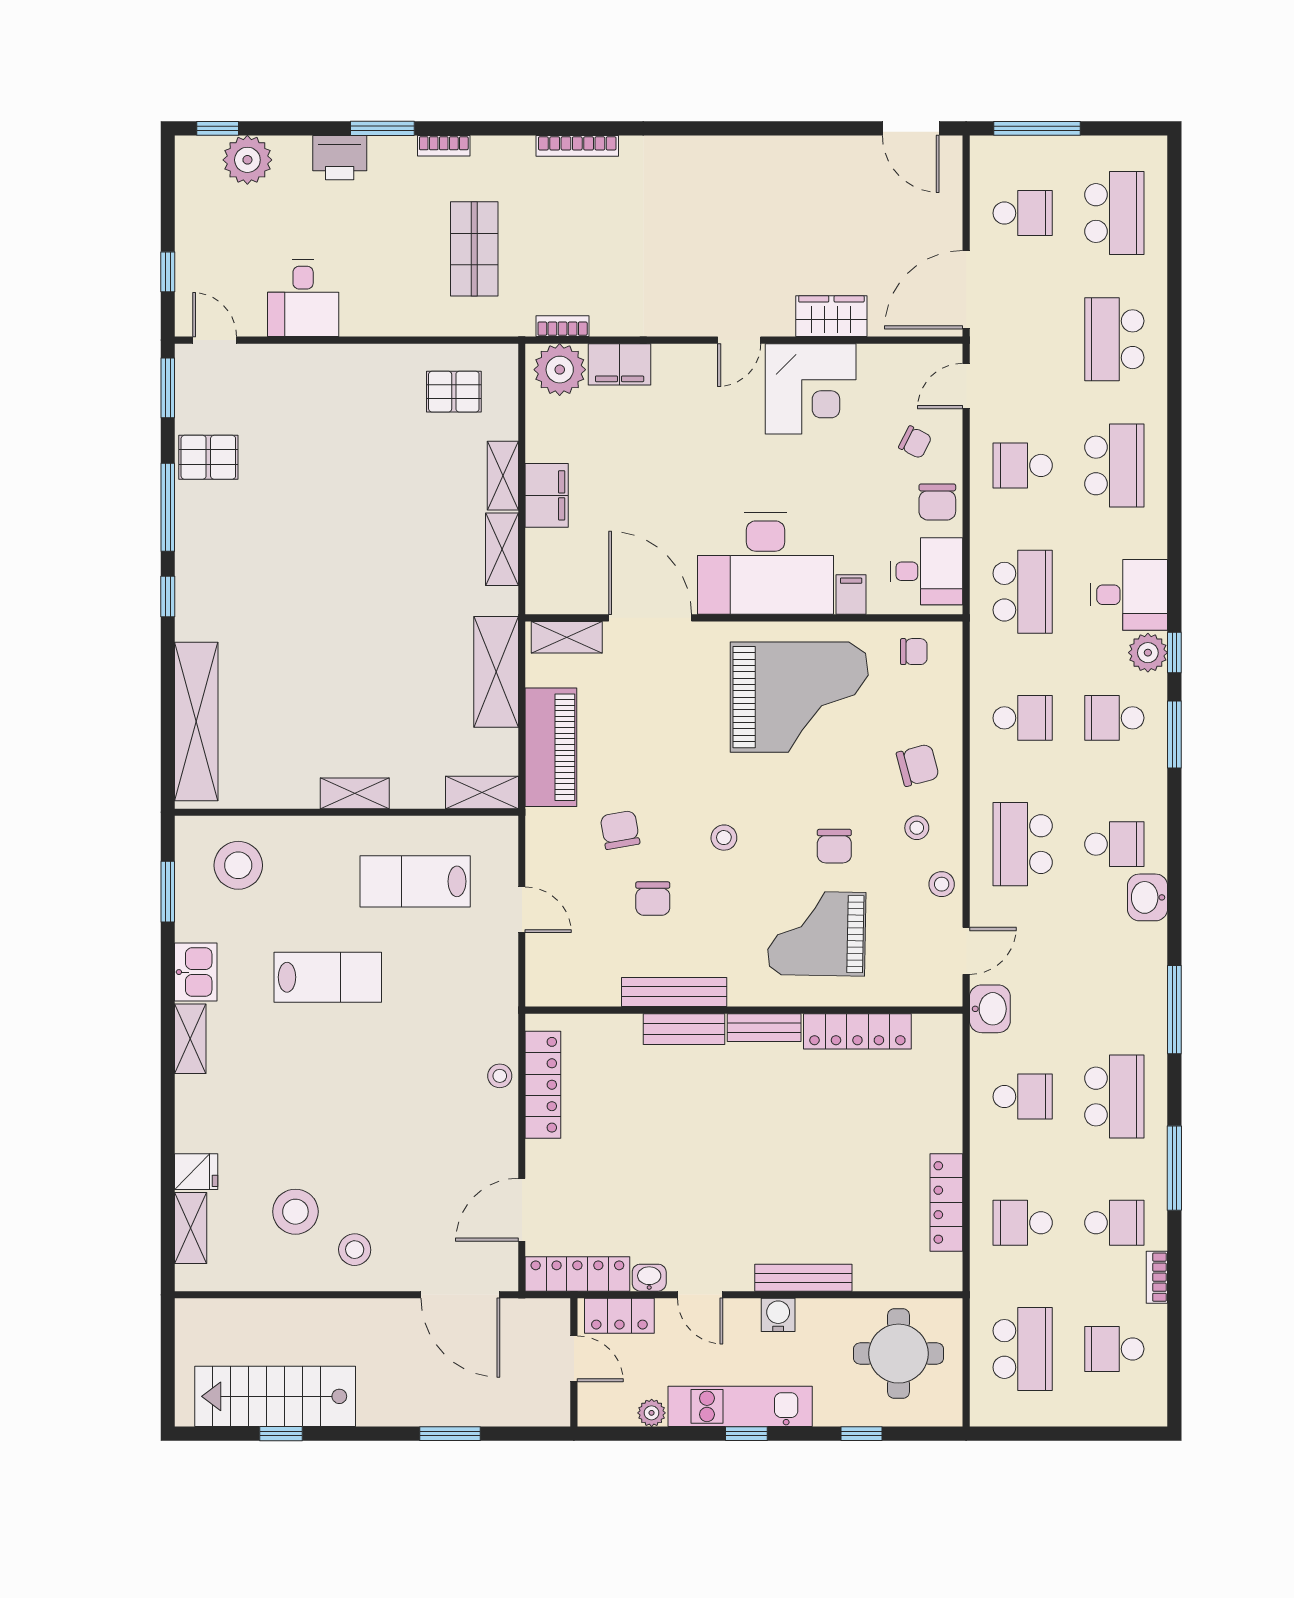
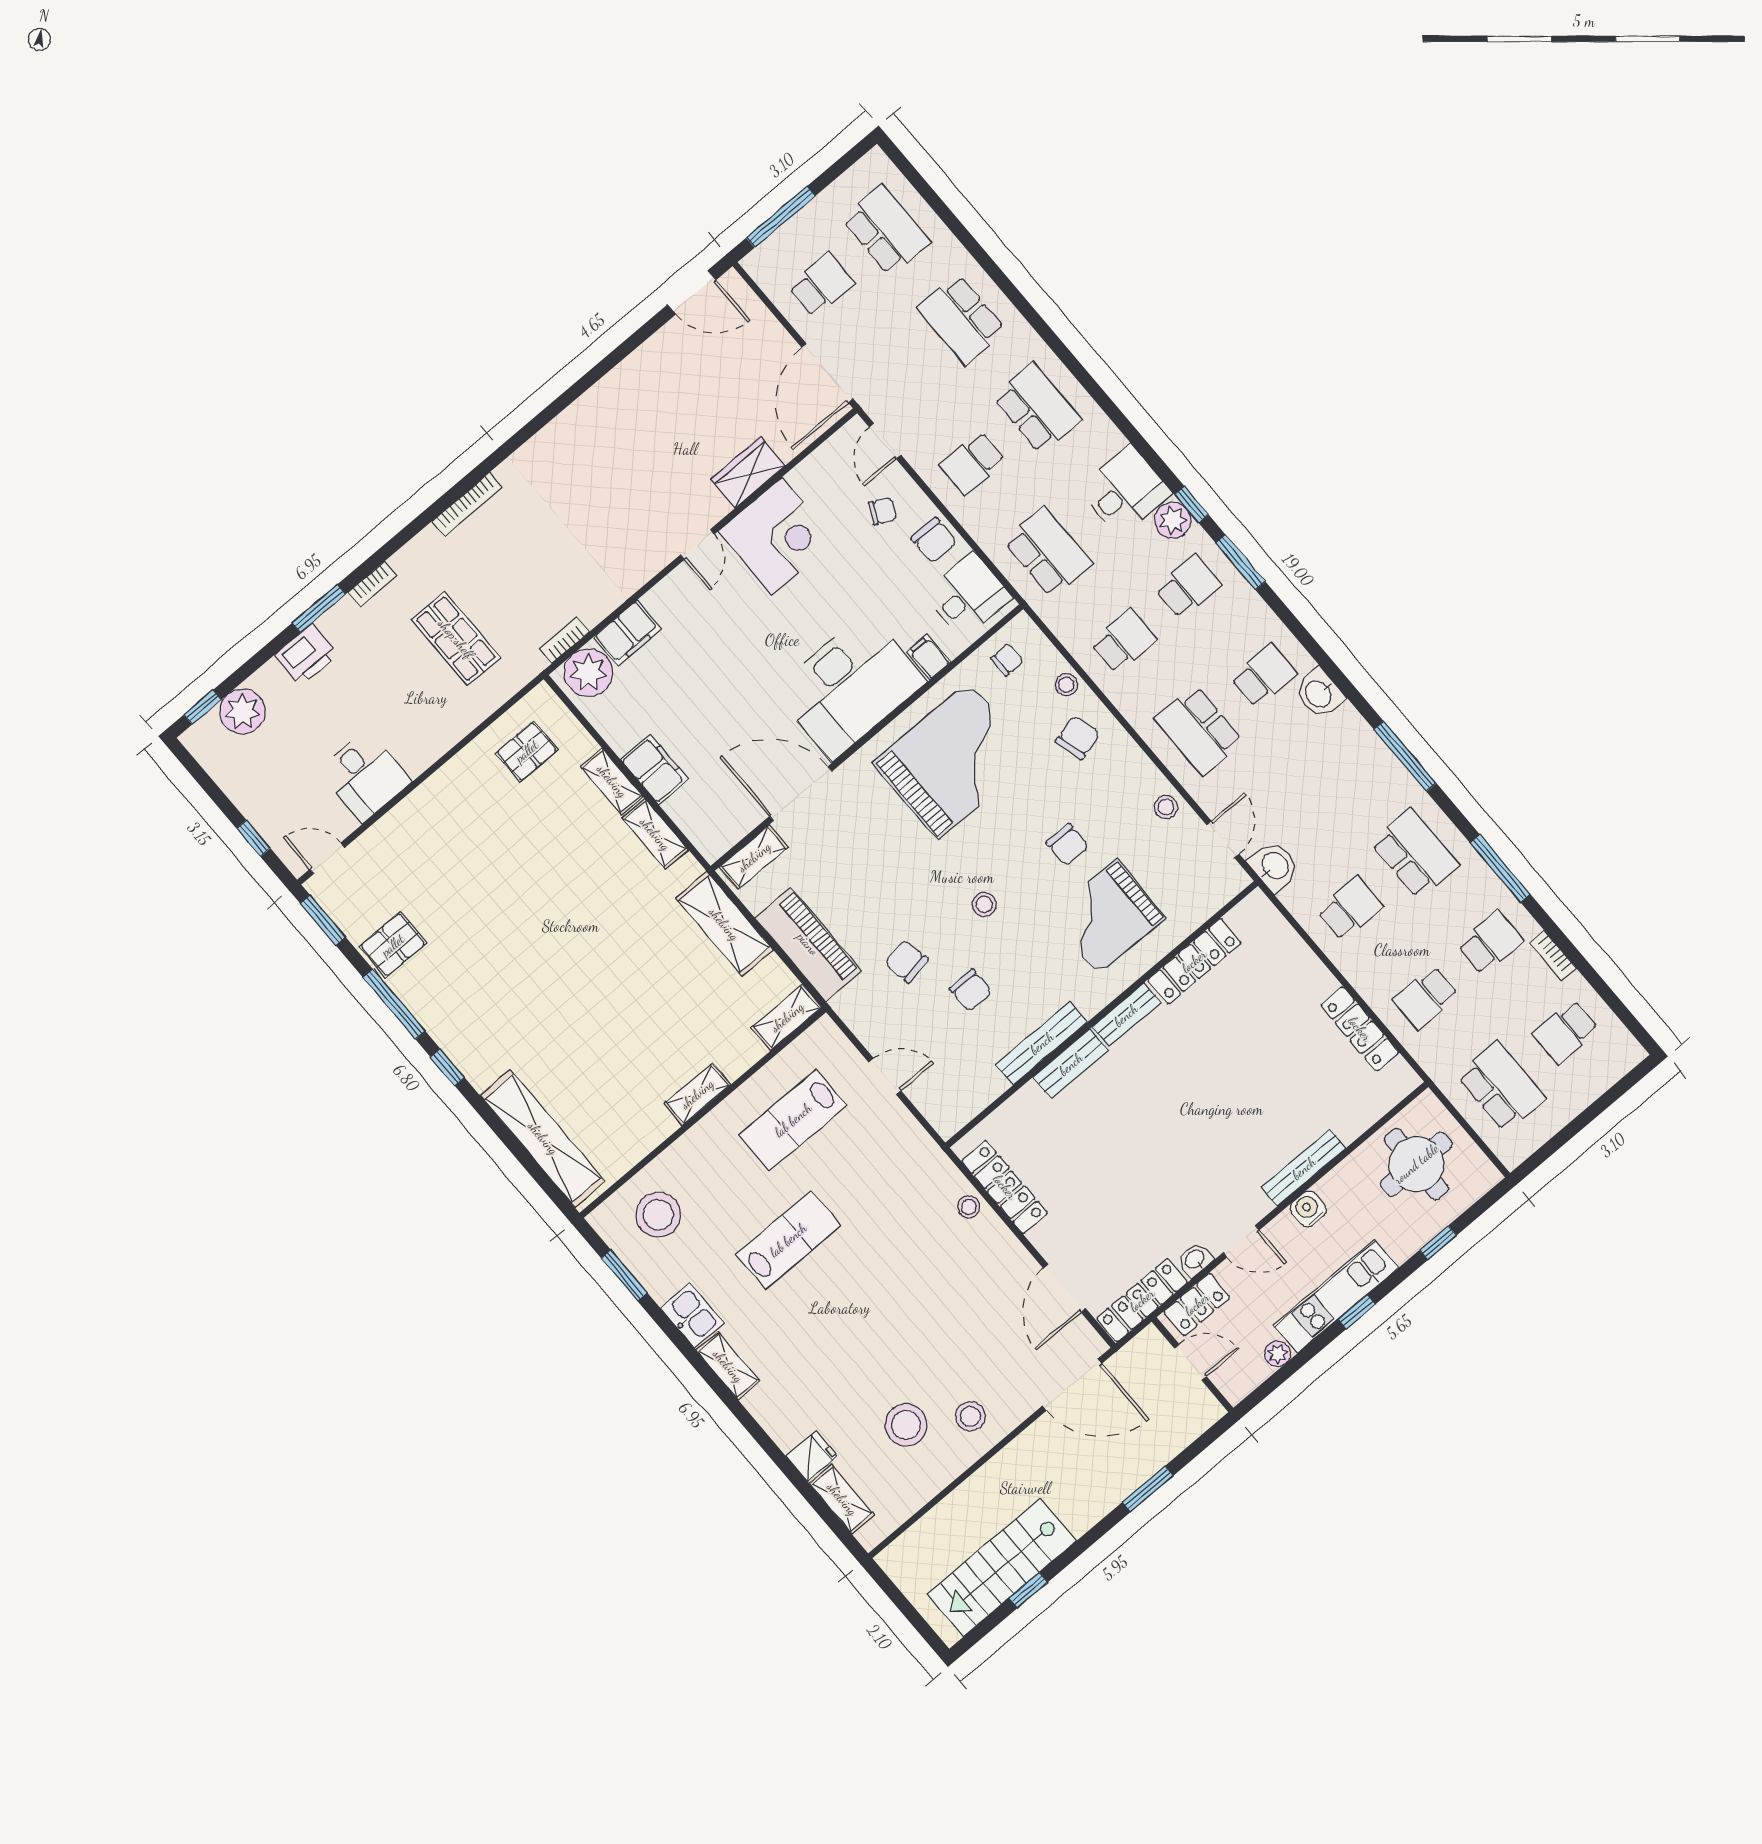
school desk: (1114, 718) -> (1188, 586), turned 180
stool: (917, 828) -> (1066, 685), moved

